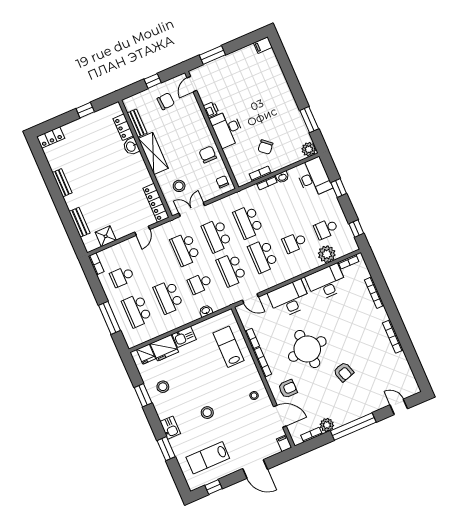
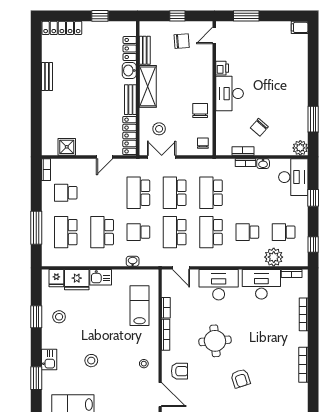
locker: (51, 137) -> (62, 28), width x1.53
bench: (80, 222) -> (130, 100), moved
round table: (307, 349) -> (215, 341), width x0.73, depth x0.73

